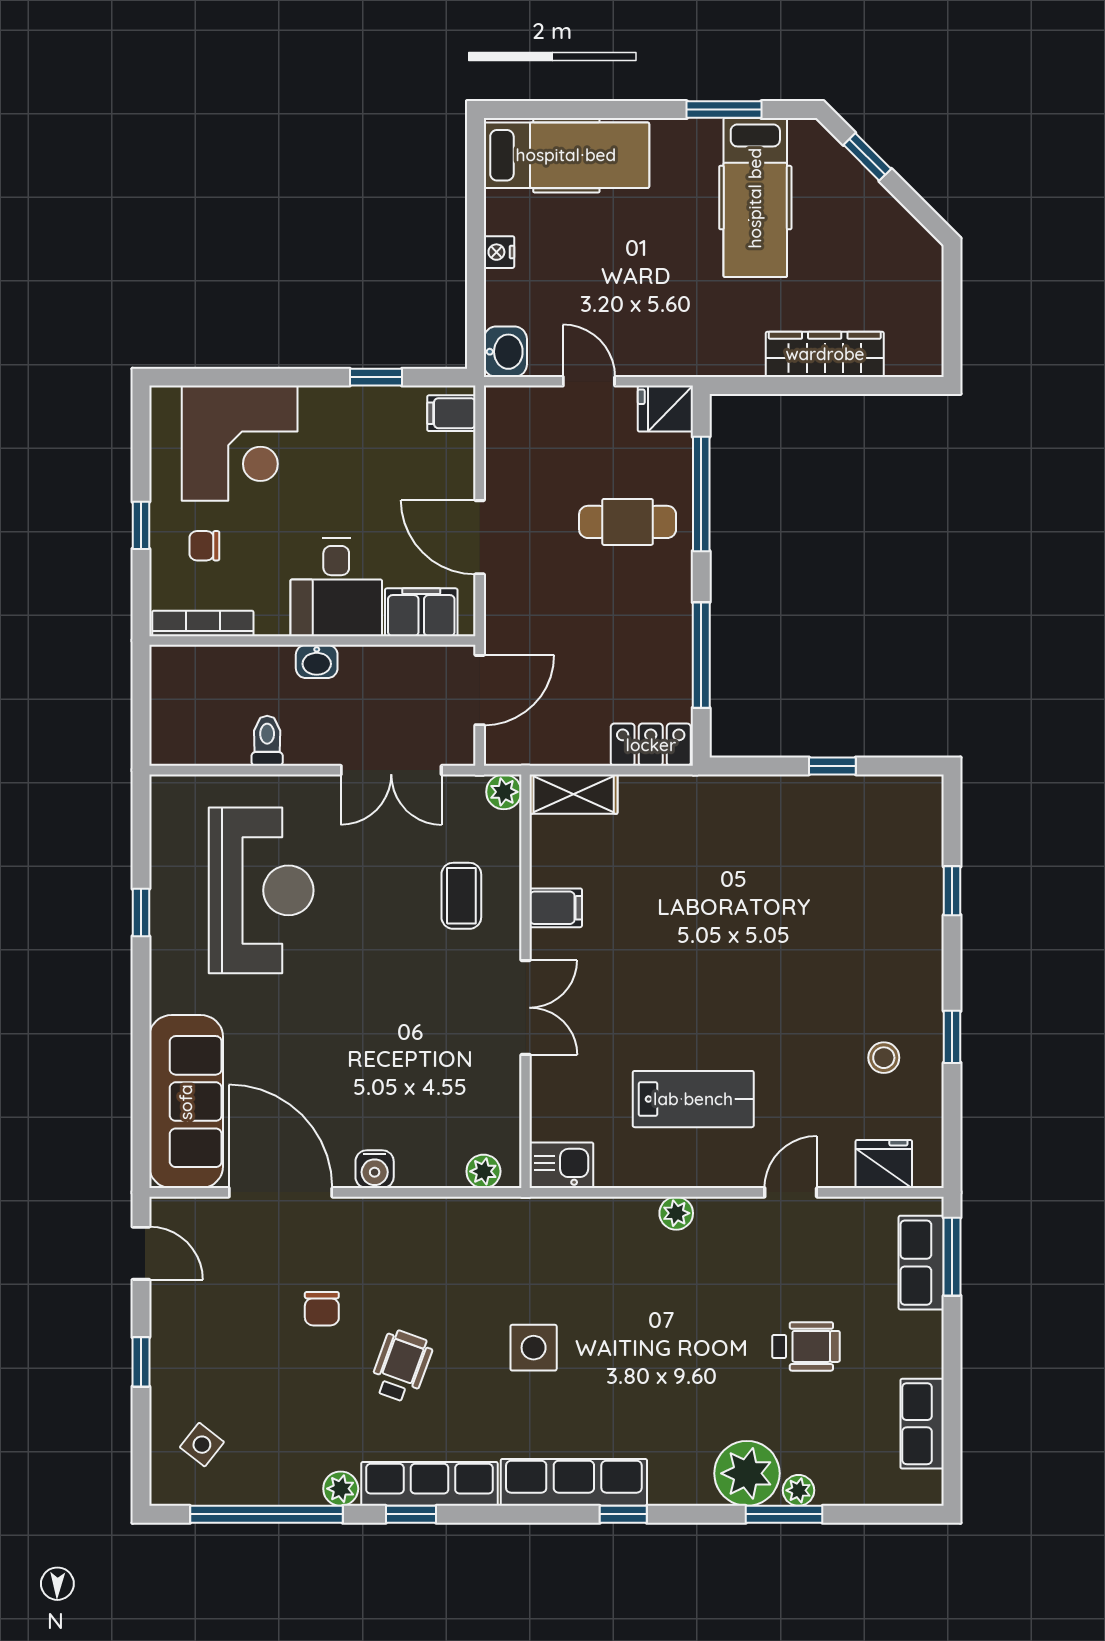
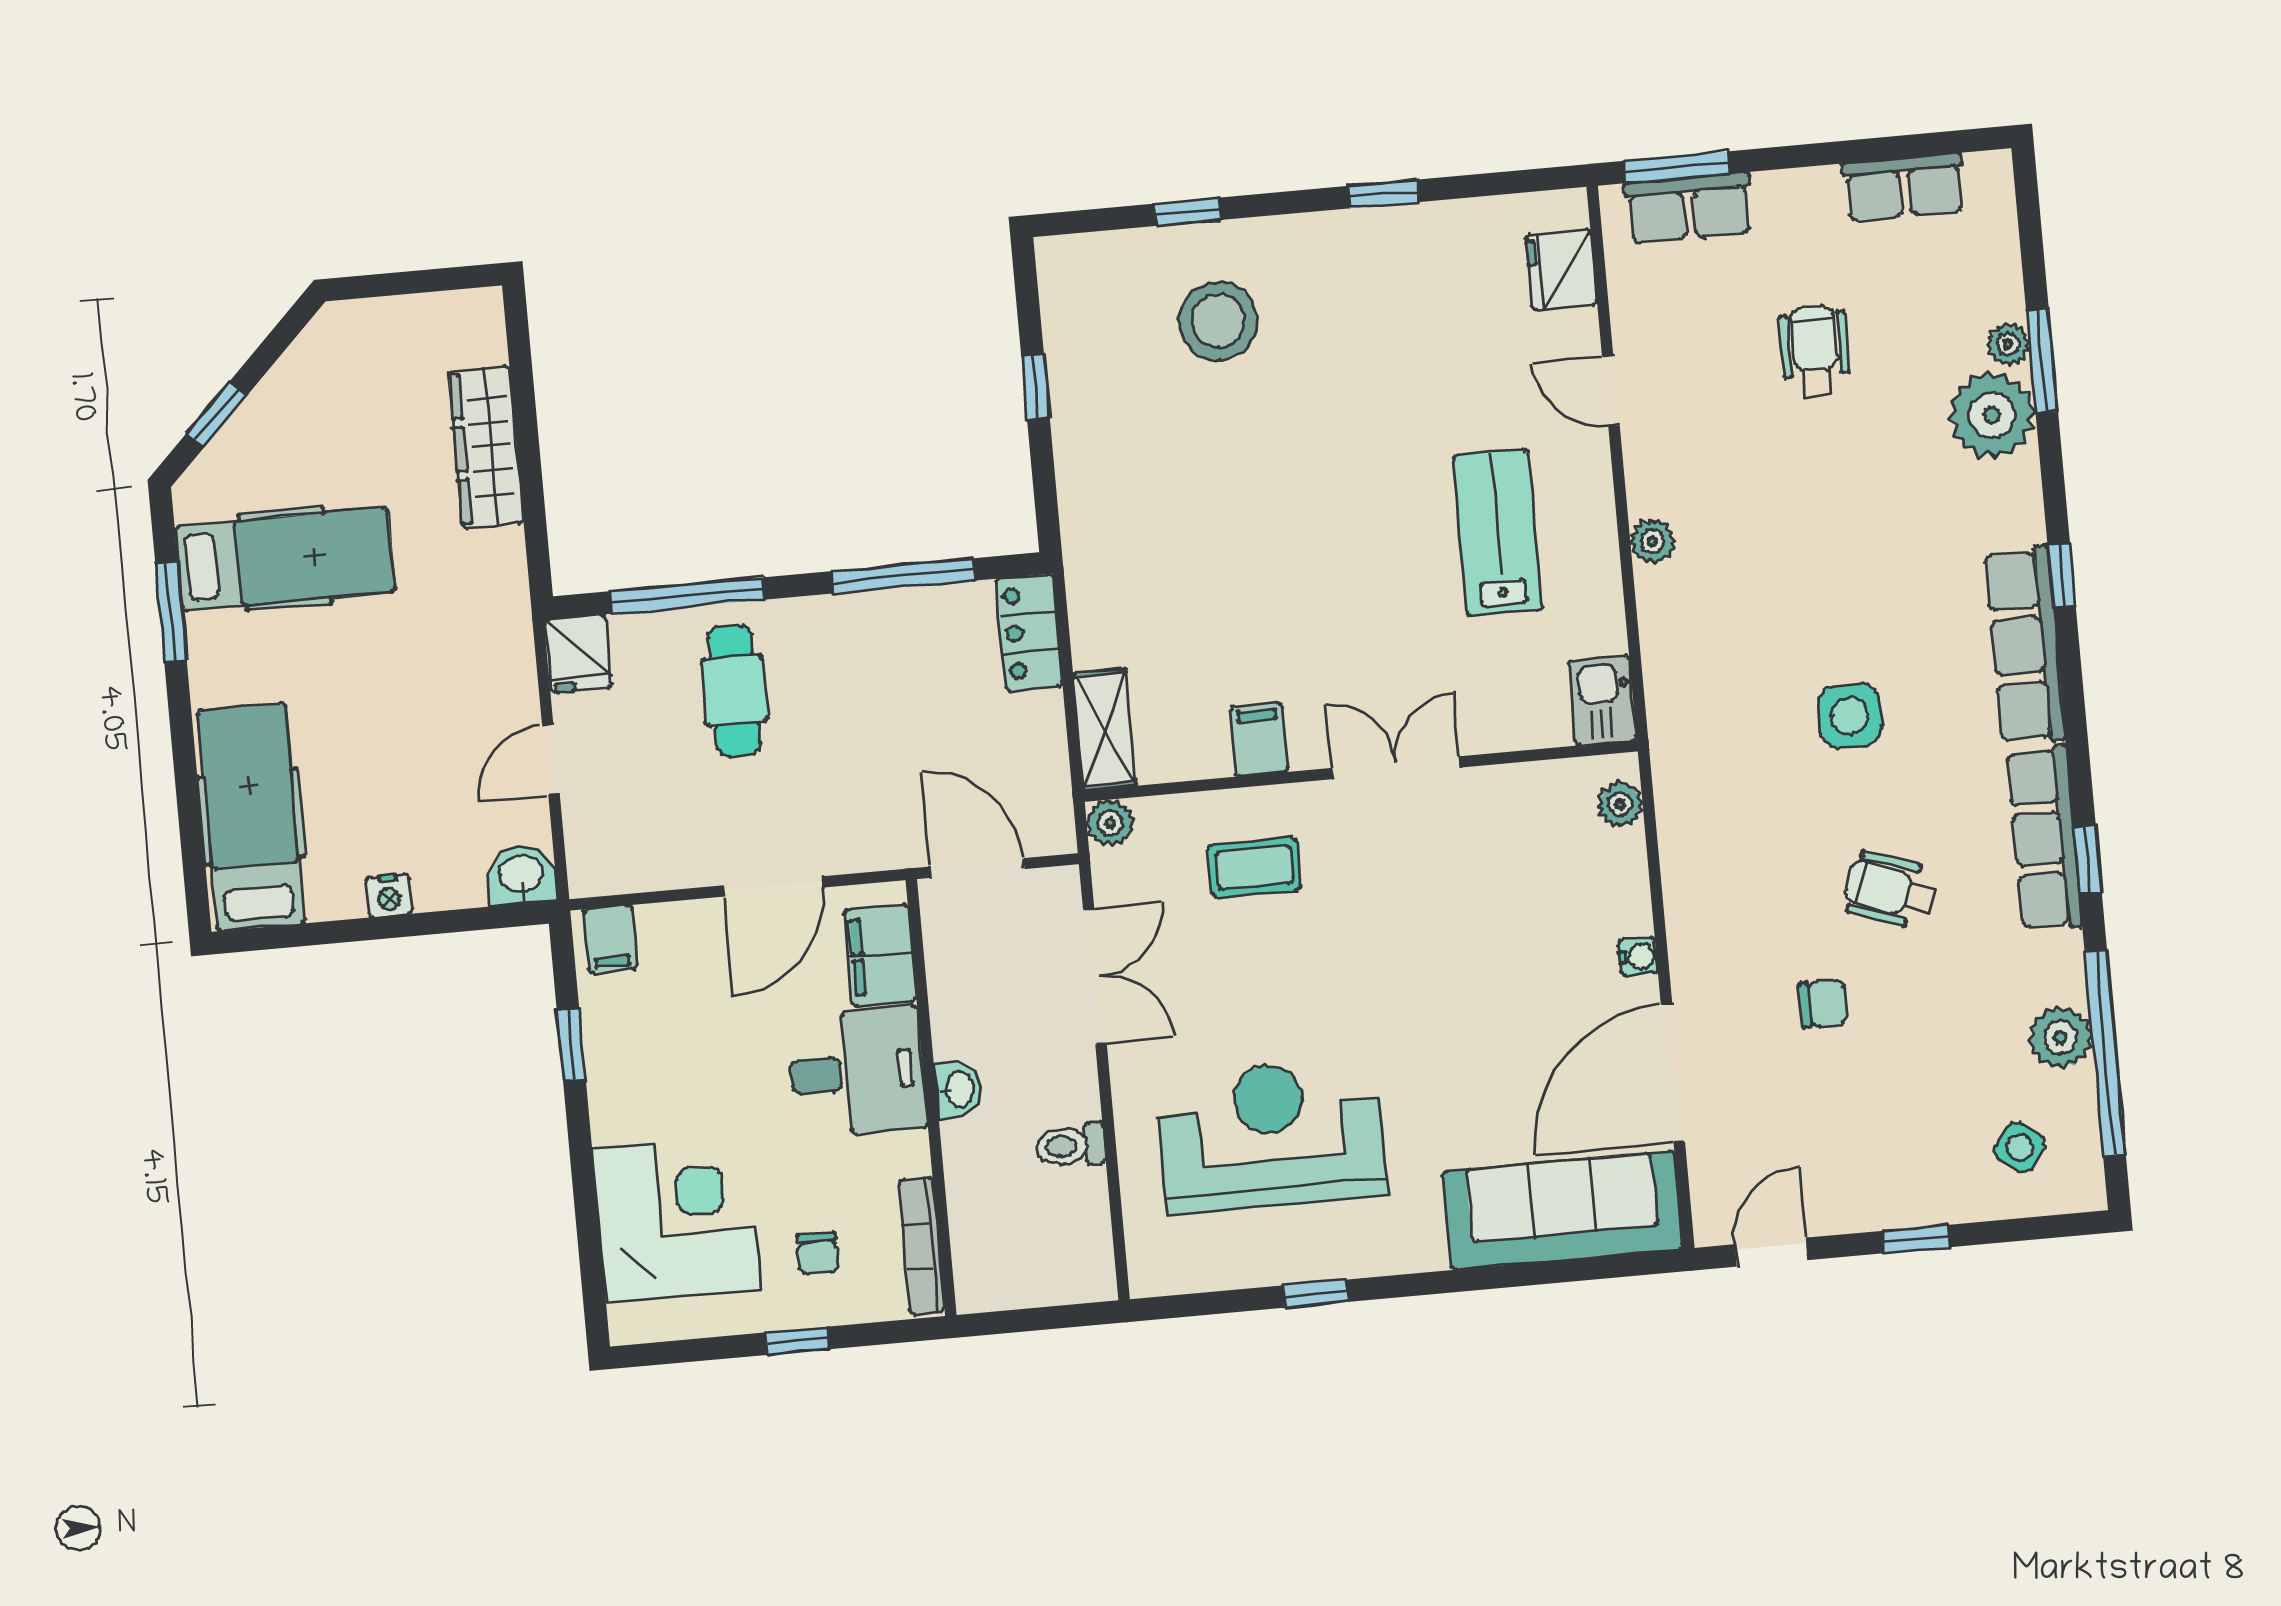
stool: (884, 1058) -> (1218, 321), moved, width x1.89, depth x1.89
water cooler: (375, 1169) -> (1638, 956), width x0.72, depth x0.72
plant: (341, 1489) -> (2060, 1037), moved, width x1.38, depth x1.38

